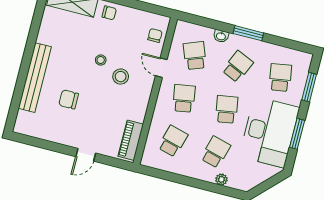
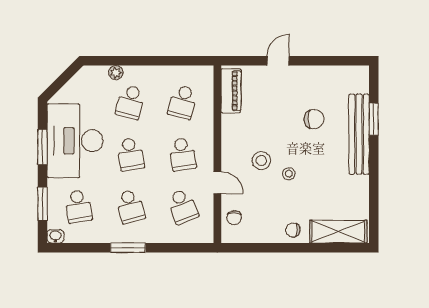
washbasin: (221, 36) -> (55, 236), moved
school desk: (238, 67) -> (130, 206), turned -39
window: (20, 87) -> (374, 119), added

